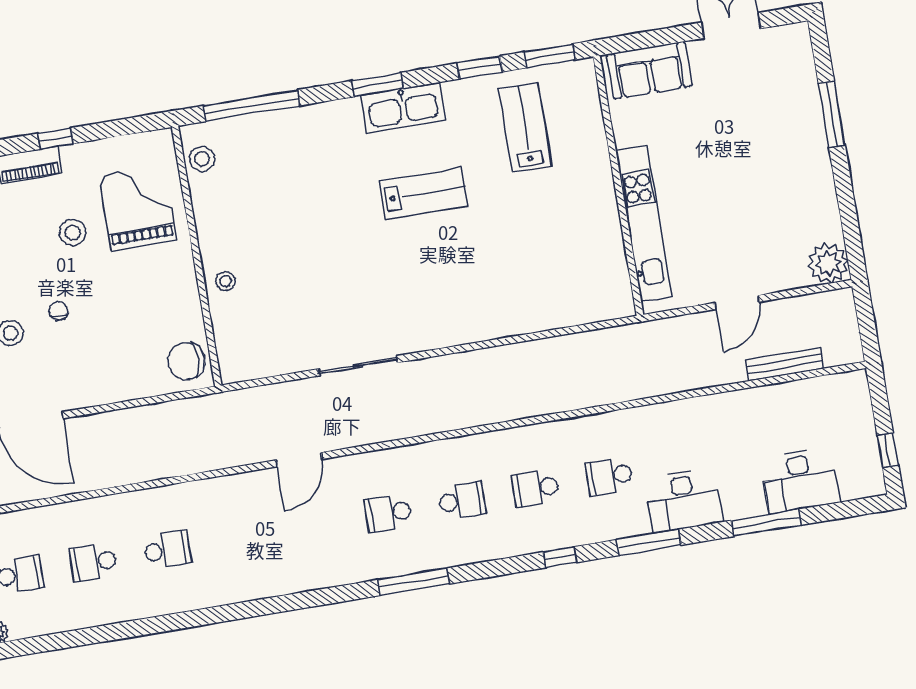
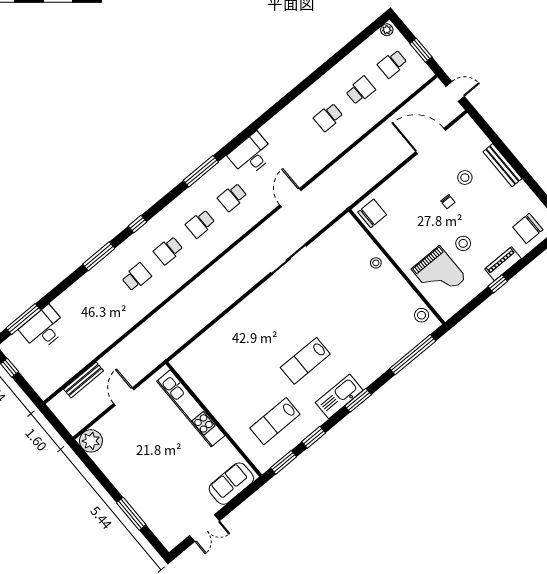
lab bench: (525, 127) -> (275, 421), turned 90
school desk: (536, 488) -> (168, 250), turned 180
desk: (684, 501) -> (251, 155), moved
school desk: (388, 513) -> (232, 197), turned 180
window: (766, 523) -> (23, 319), moved

